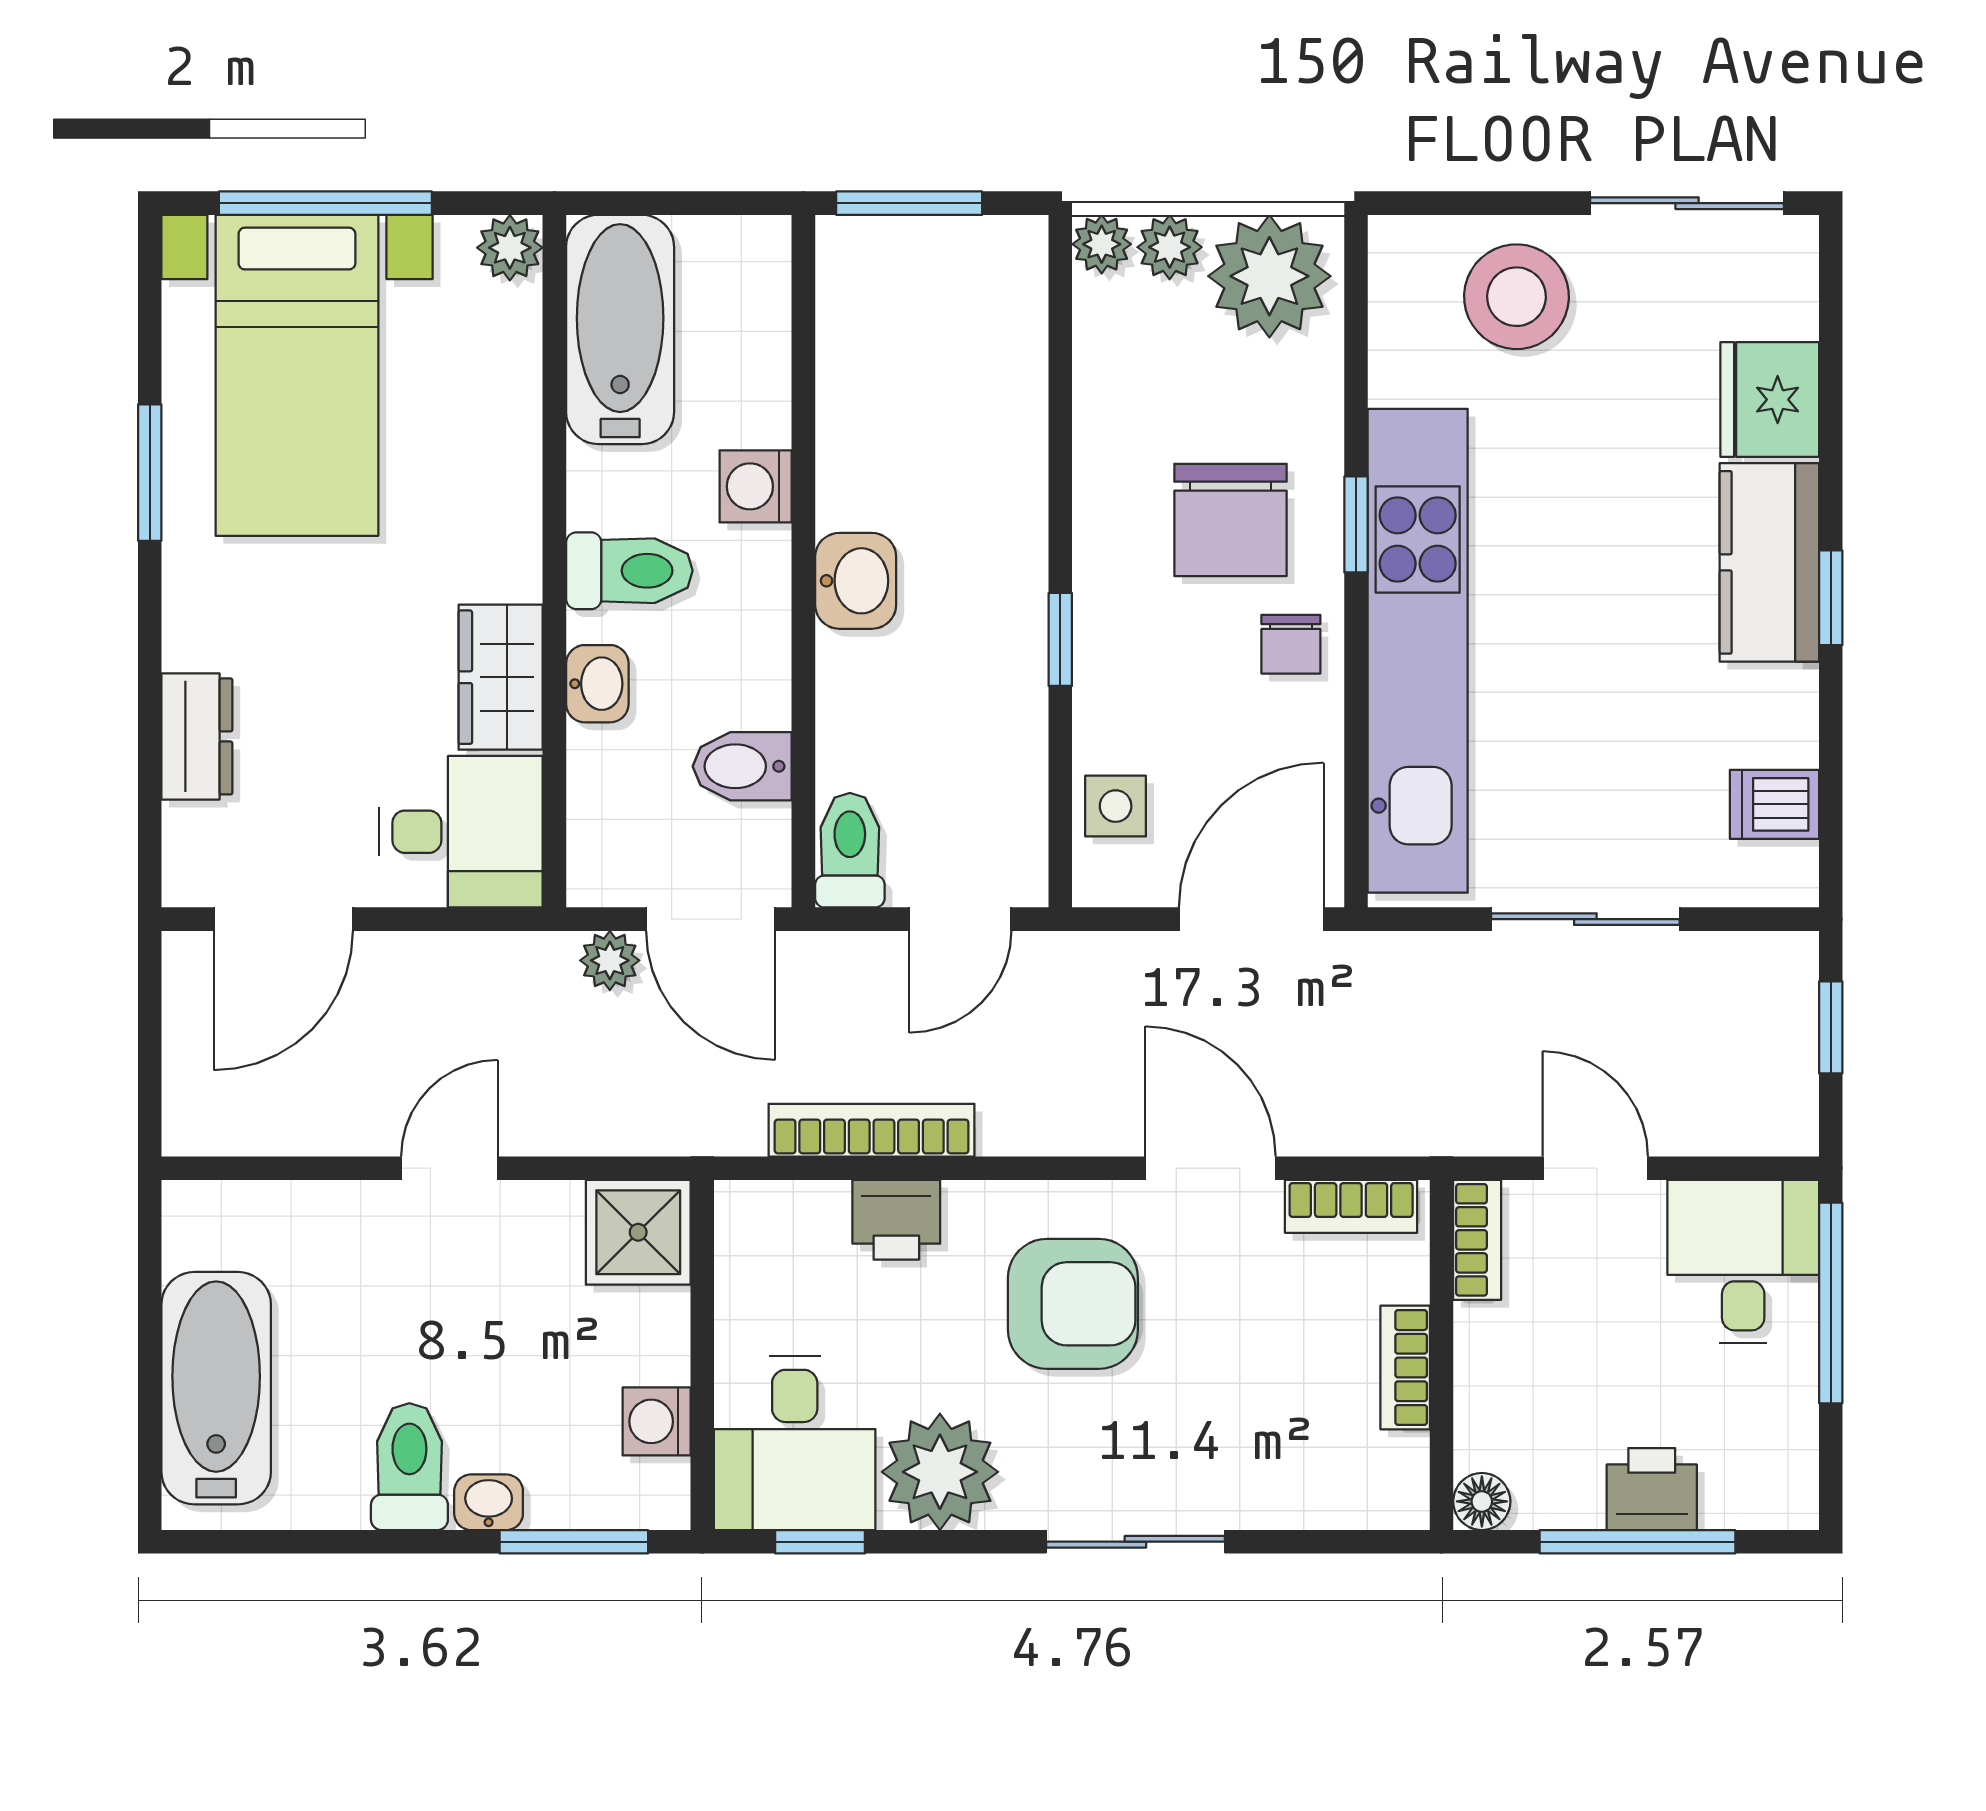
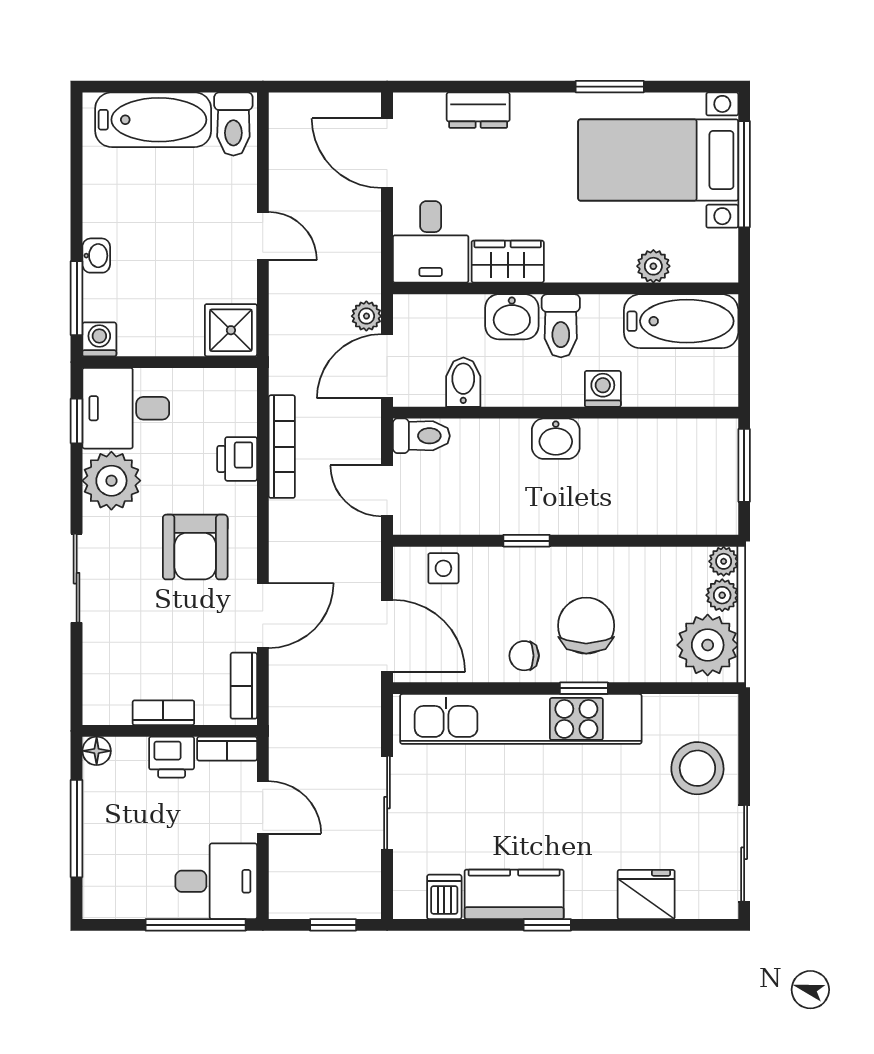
plant: (510, 248) -> (653, 266), moved
chair: (1231, 520) -> (586, 626), turned 90
kitchen counter: (1769, 562) -> (514, 894), moved
washbasin: (597, 684) -> (512, 317), width x1.38, depth x1.45
door: (1595, 1168) -> (263, 807), hinge flipped
washing machine: (657, 1421) -> (99, 339), moved
toilet: (409, 1467) -> (233, 124), moved, turned 90
printer: (1652, 1489) -> (172, 757), moved, turned 90

